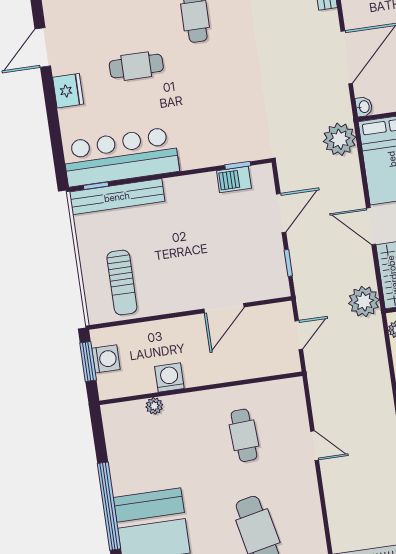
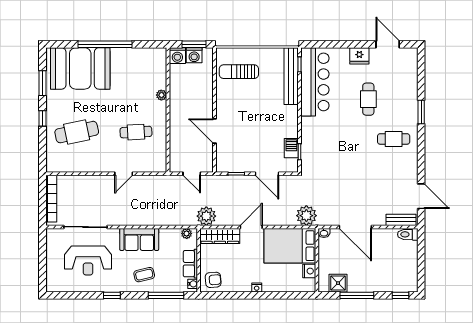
washing machine: (169, 377) -> (177, 56), moved, turned 90
plant: (154, 406) -> (161, 95), moved

